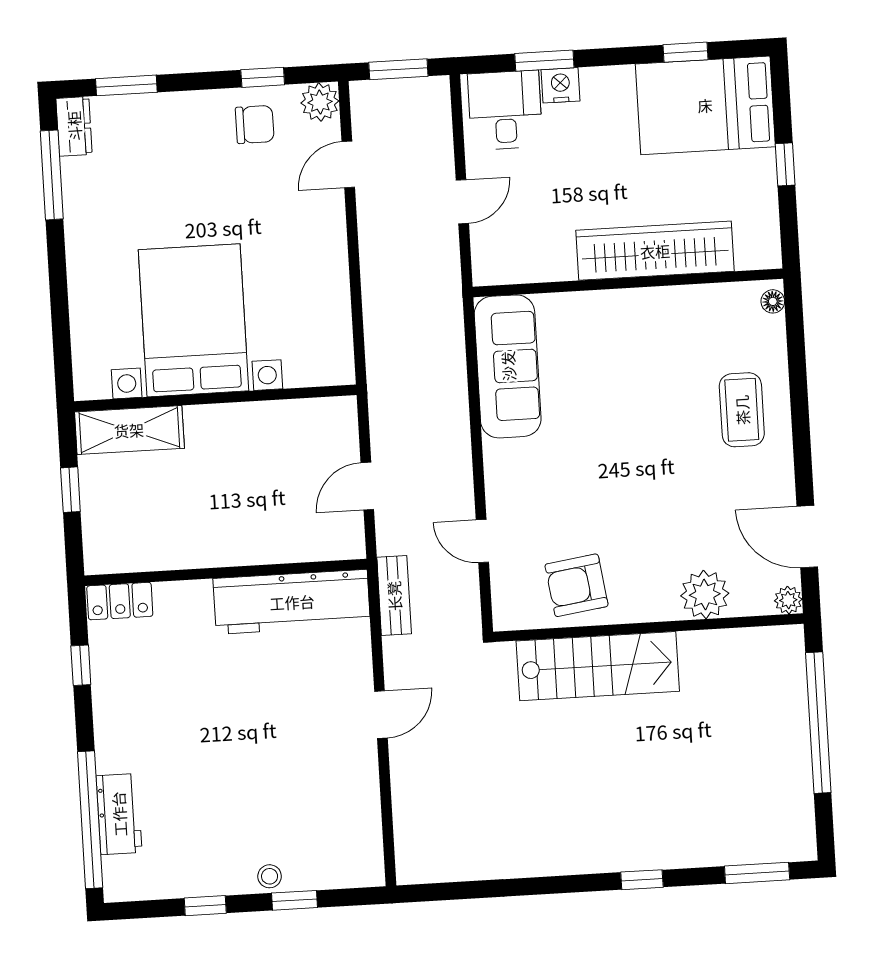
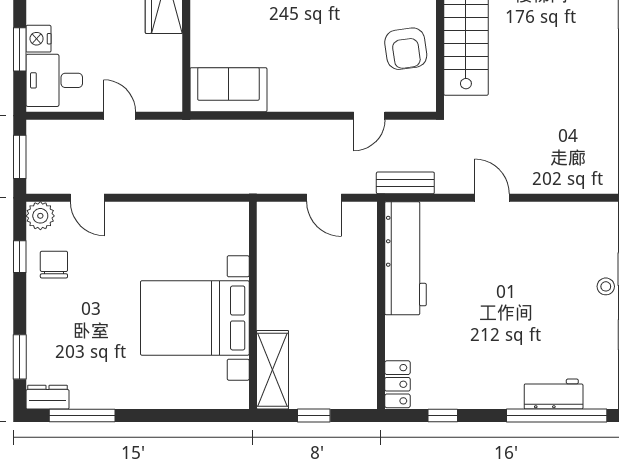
sofa: (508, 366) -> (228, 90), width x0.73

